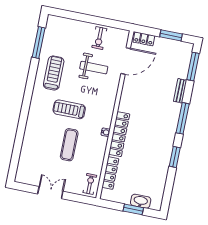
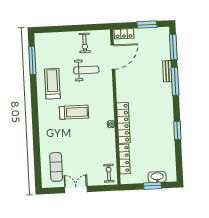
treadmill: (69, 109) -> (74, 112), turned 180
window: (183, 118) -> (175, 81), moved
exercise mat: (69, 145) -> (56, 167), moved

